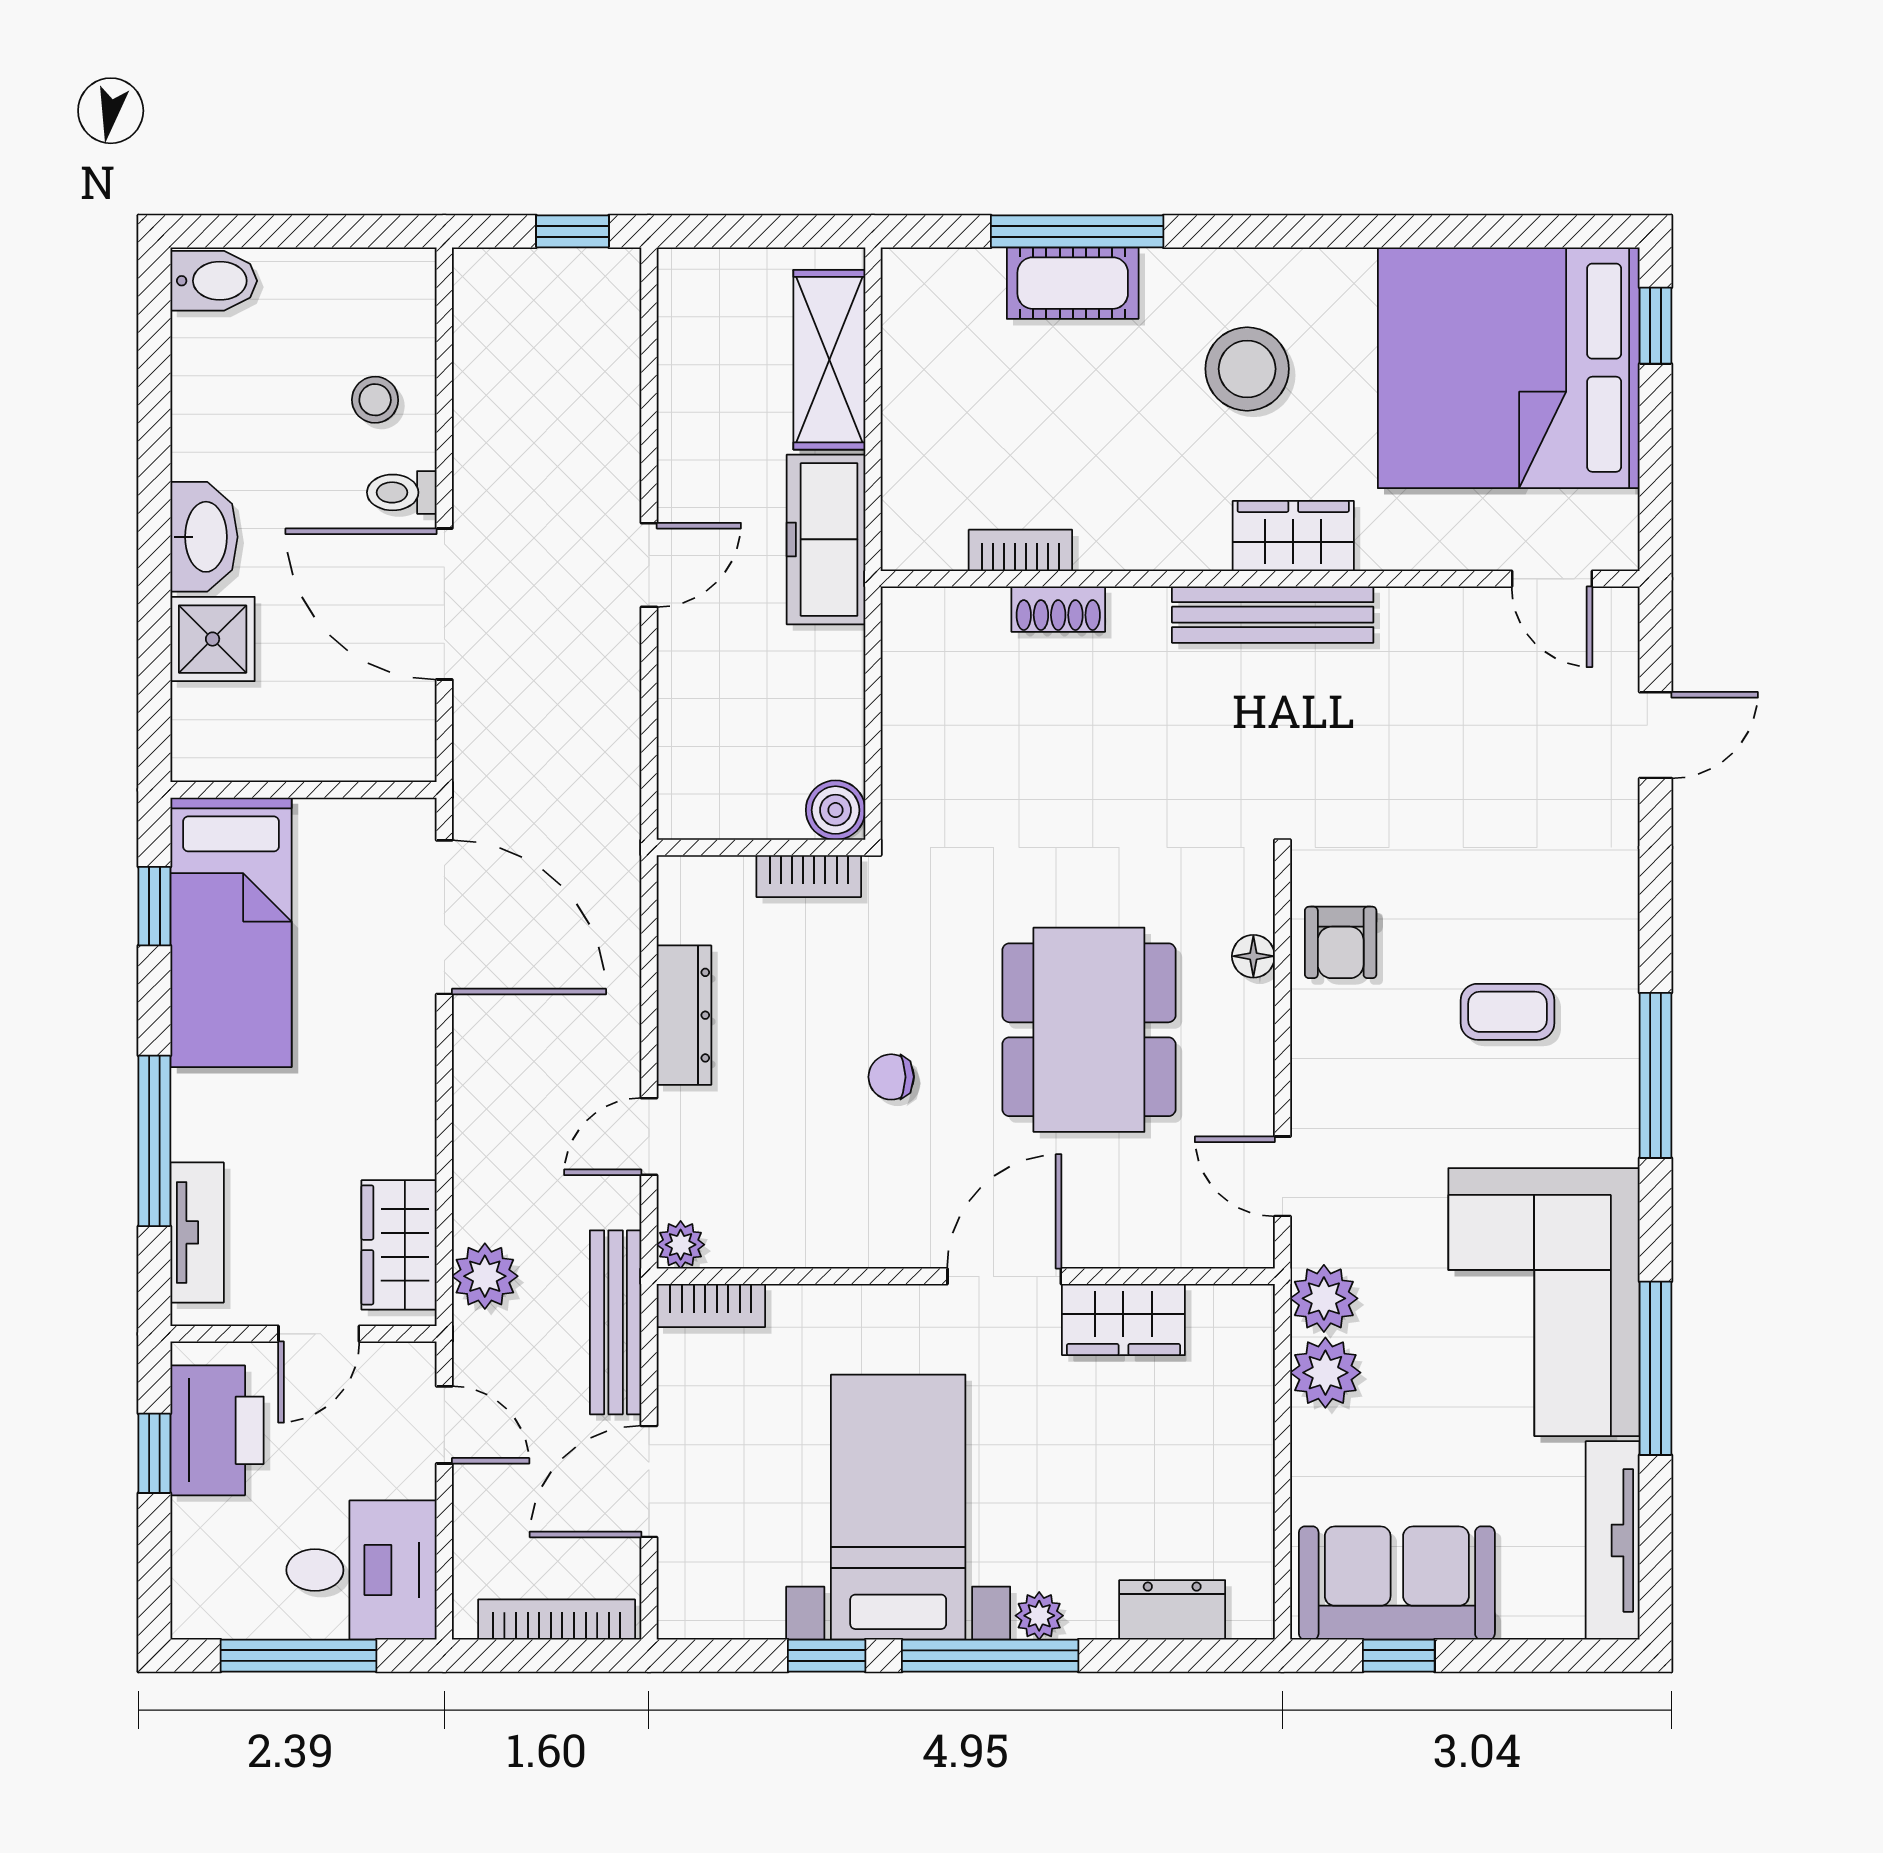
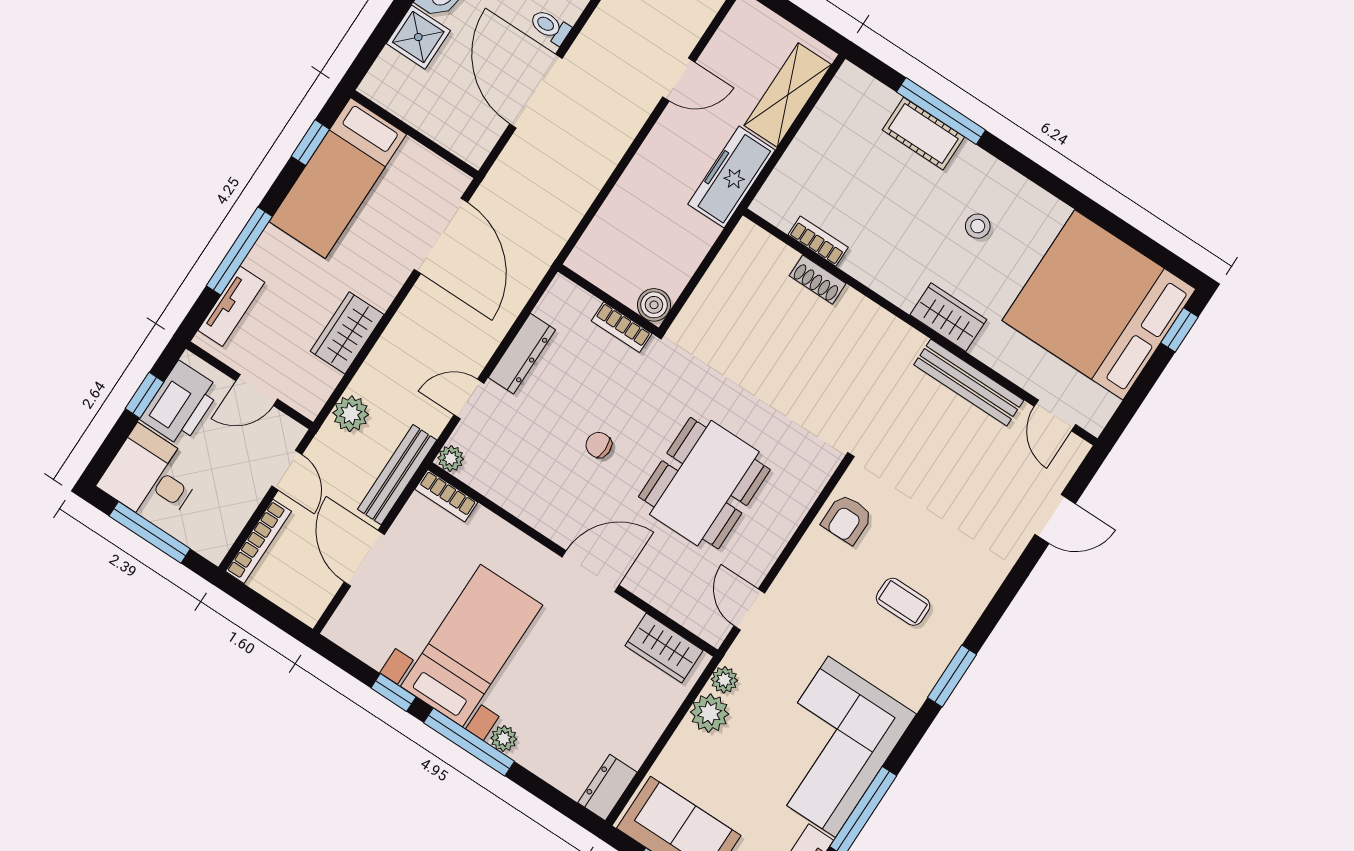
stool: (1247, 369) -> (978, 226), width x0.53, depth x0.53
door: (649, 565) -> (679, 79), moved
bench: (1273, 615) -> (969, 382), moved
floor lamp: (1253, 956) -> (803, 499), removed
window: (1656, 1075) -> (952, 676), width x0.69
wardrobe: (399, 1245) -> (347, 333), moved
plant: (1324, 1298) -> (724, 680), width x0.73, depth x0.73
wardrobe: (1123, 1320) -> (664, 648), moved
door: (649, 1482) -> (364, 558), hinge flipped
desk: (361, 1570) -> (151, 477), moved, turned 180
dresser: (1172, 1610) -> (608, 788), moved, turned -90
bookcase: (557, 1620) -> (258, 541), moved, turned 90

